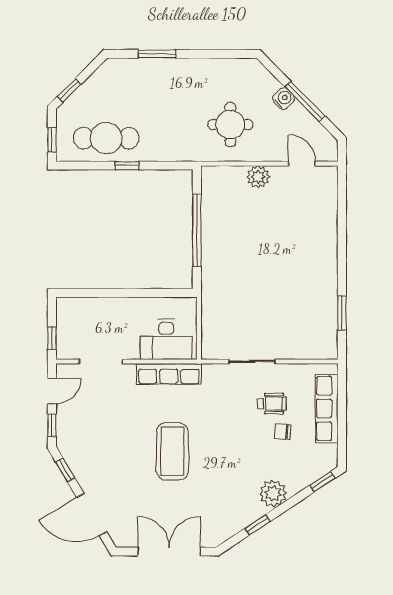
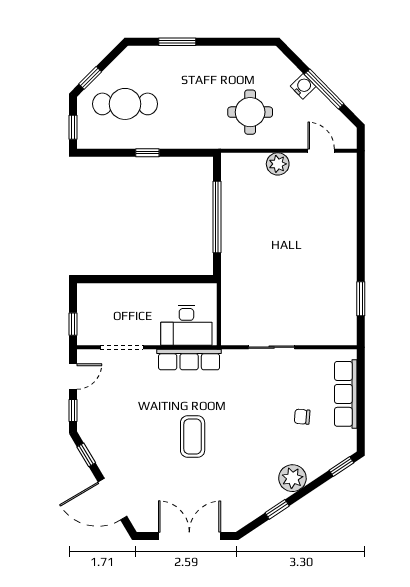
cafe table: (106, 138) -> (125, 104), moved
wheelchair: (272, 404) -> (291, 389), removed
coffee table: (172, 451) -> (193, 437), width x0.73, depth x0.76

